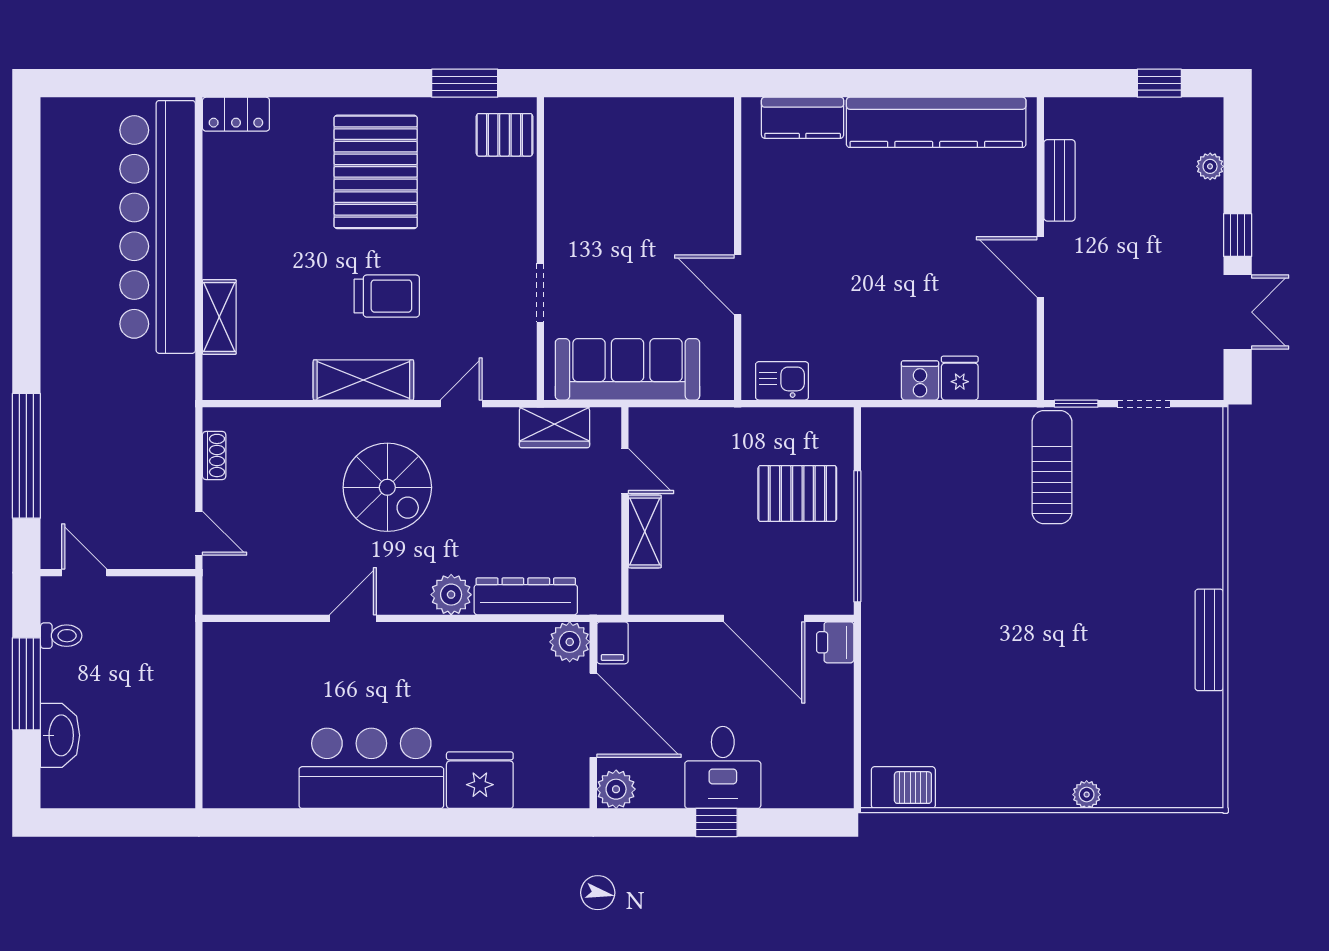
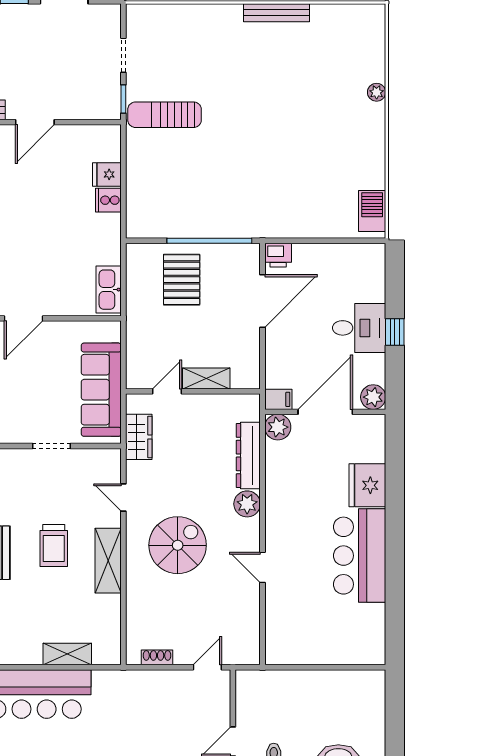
door: (738, 285) -> (23, 318), moved
trolley: (387, 296) -> (54, 546), turned 180
kitchen sink: (782, 381) -> (109, 290), width x1.38

